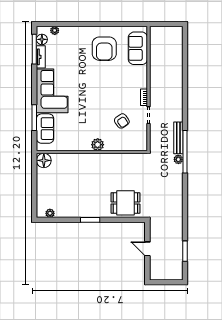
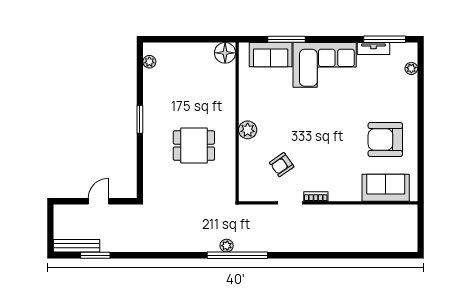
floor lamp: (42, 39) -> (399, 50), removed
bench: (178, 138) -> (77, 246), moved
dining table: (125, 203) -> (194, 146), moved, turned 90

